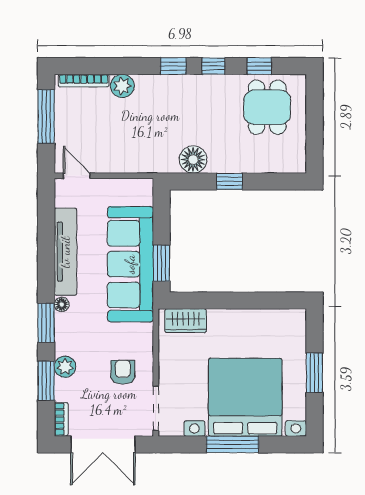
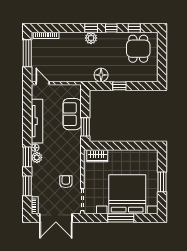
plant: (122, 86) -> (91, 38), moved
sofa: (130, 264) -> (72, 114), width x0.54, depth x0.79
plant: (65, 367) -> (37, 158), moved

